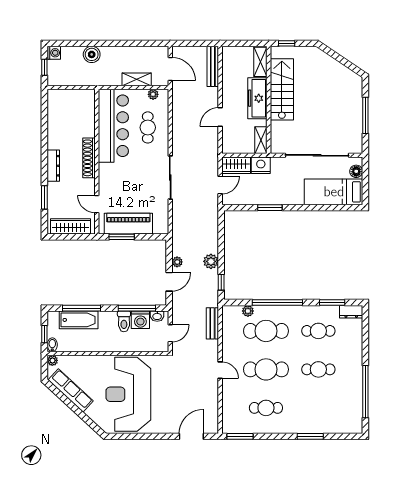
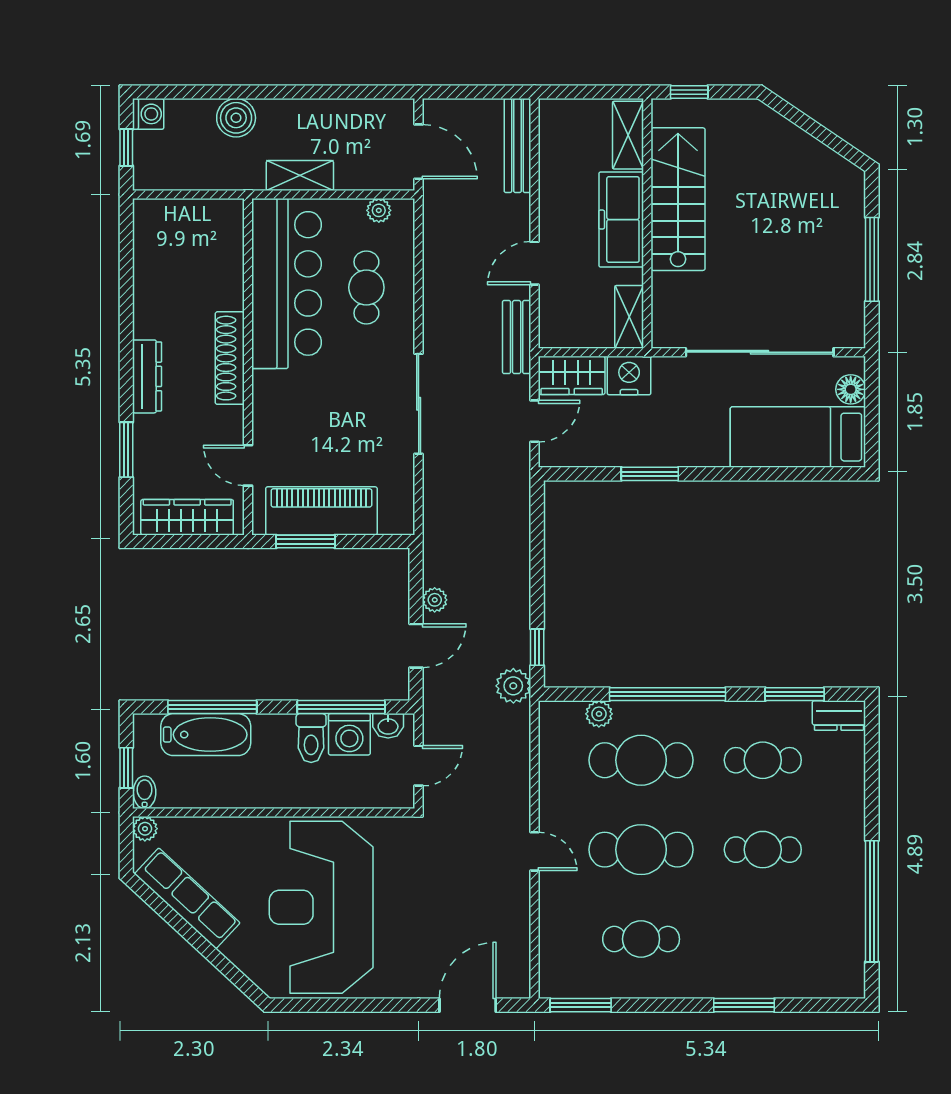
shelving: (137, 79) -> (300, 176), moved
plant: (211, 261) -> (513, 686), moved
bench: (212, 323) -> (517, 337), moved

